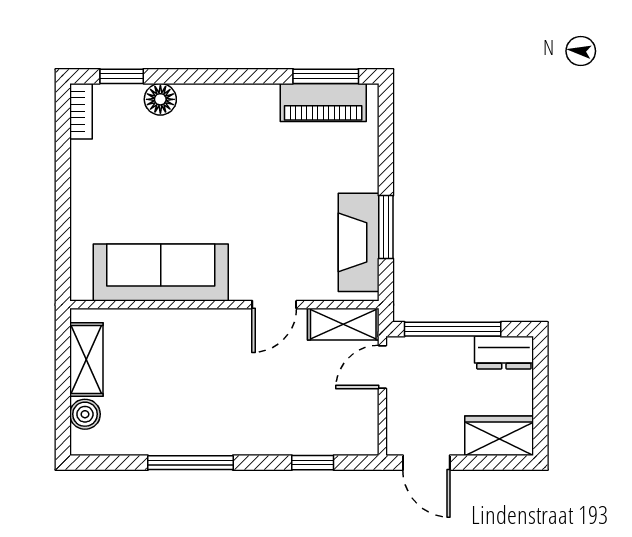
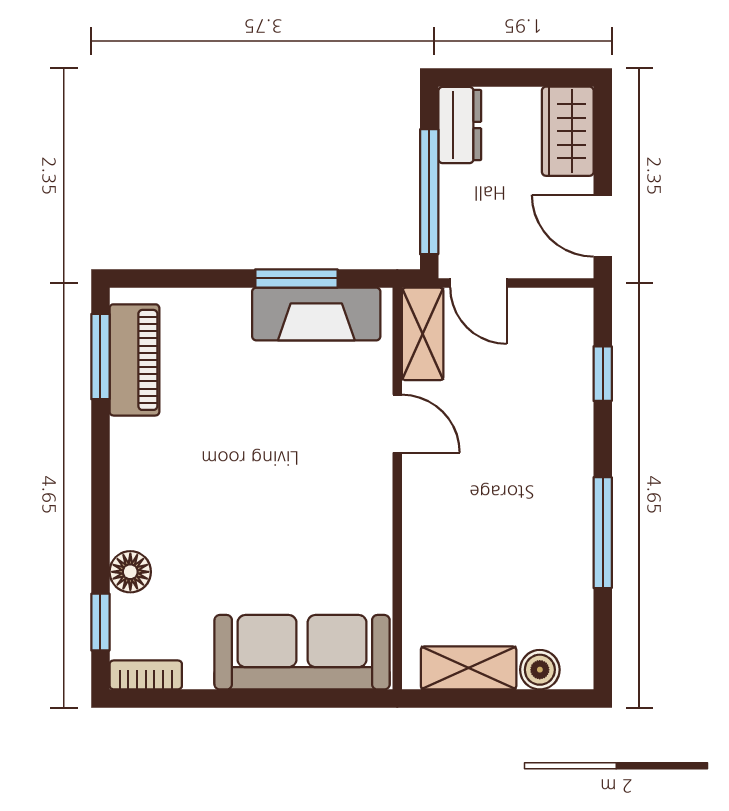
sofa: (161, 272) -> (302, 652), moved, turned 90
door: (426, 463) -> (603, 226), swing flipped

